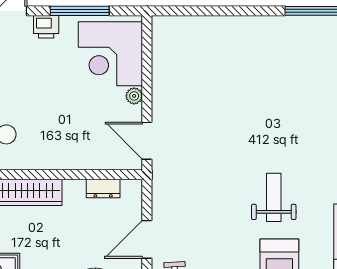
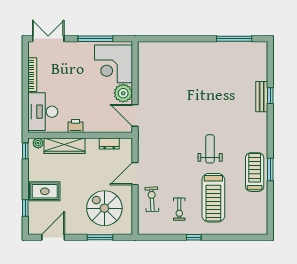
printer: (46, 27) -> (75, 126), moved, turned 180
plant: (134, 96) -> (123, 93), width x1.88, depth x1.88

